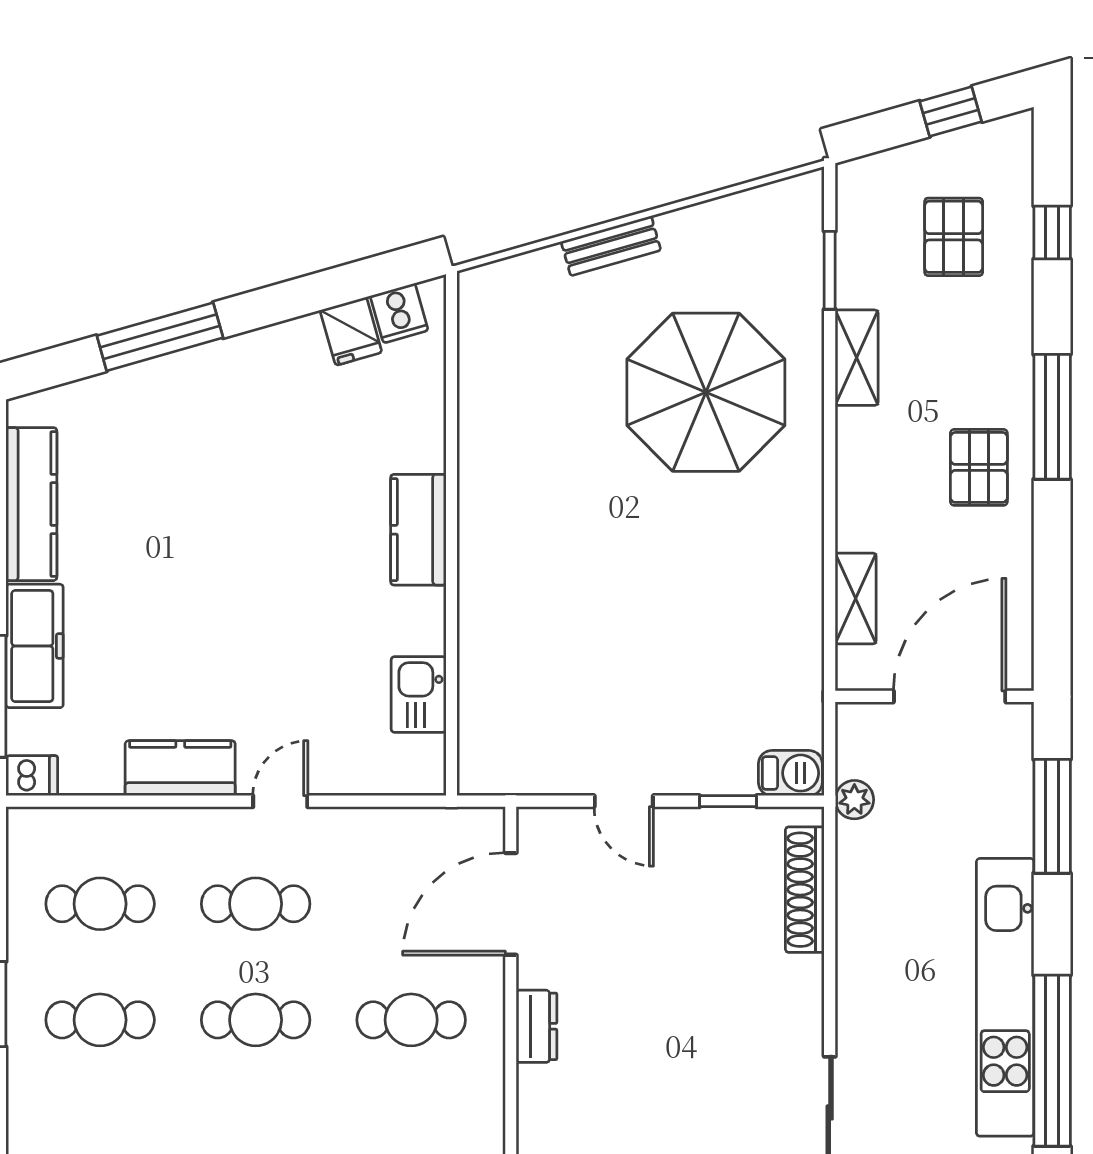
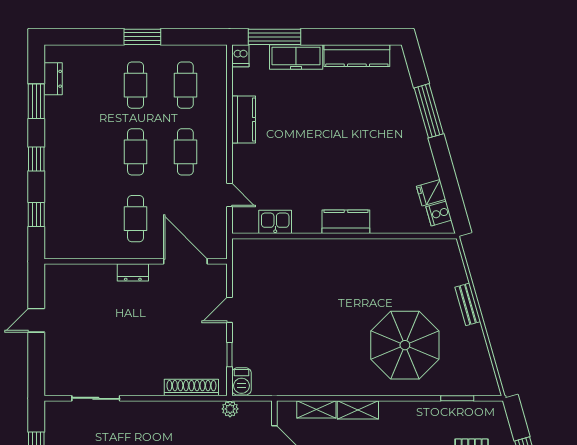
shelving: (857, 358) -> (358, 410), moved
door: (280, 801) -> (229, 195), moved

